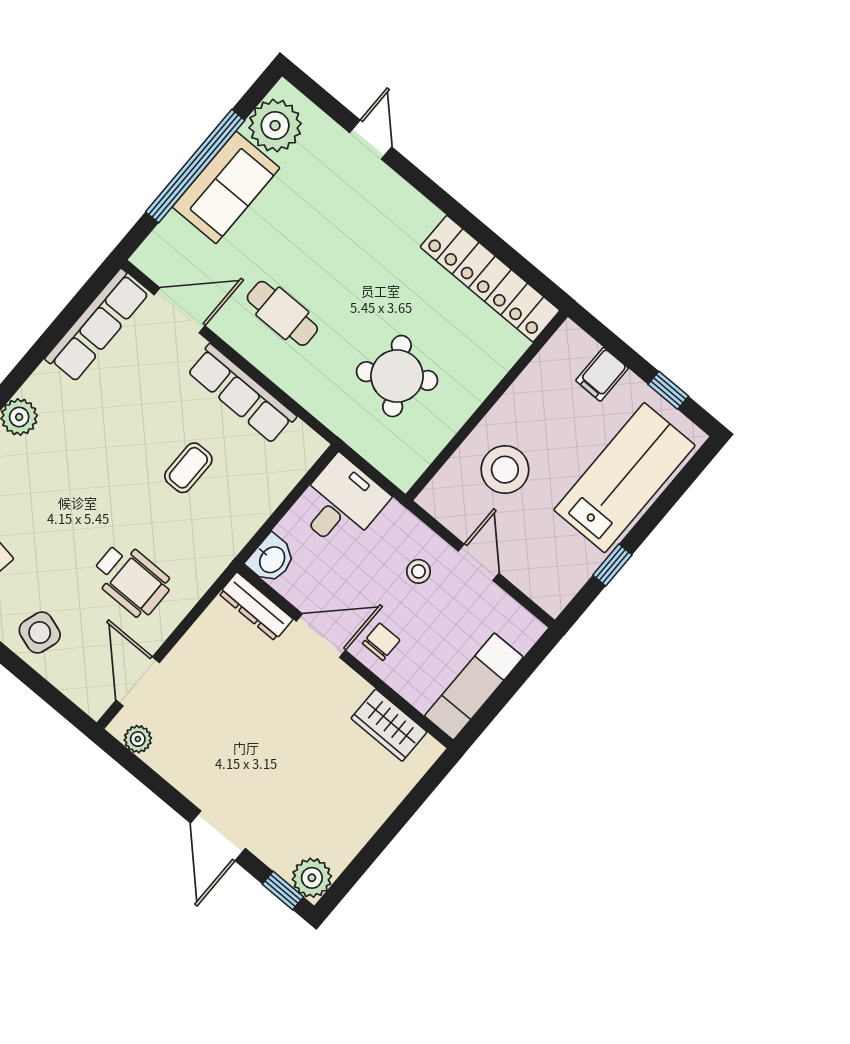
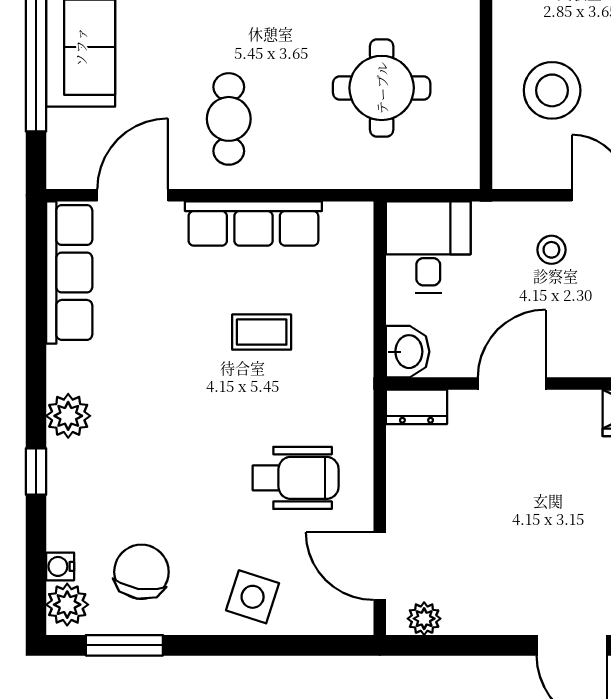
cafe table: (282, 313) -> (229, 119), turned 90
round table: (397, 376) -> (382, 88), turned 32
coffee table: (188, 468) -> (262, 332), turned 90
dresser: (256, 606) -> (416, 407), width x0.70
chair: (381, 642) -> (571, 343), removed

